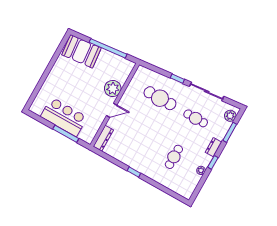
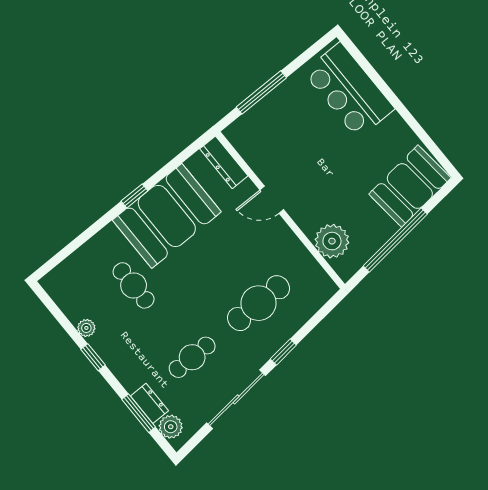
plant: (113, 88) -> (332, 241), moved
door: (112, 110) -> (272, 200), hinge flipped
bar counter: (64, 117) -> (349, 90), moved, turned 90
dresser: (213, 147) -> (149, 403), moved
booth: (137, 154) -> (167, 216), added

